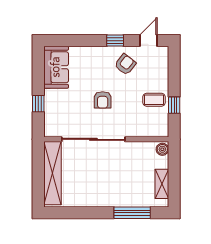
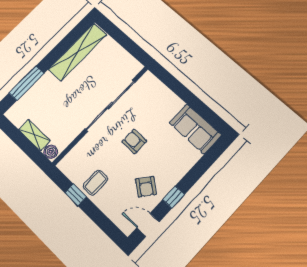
door: (148, 41) -> (148, 225), swing flipped
window: (38, 104) -> (179, 89), removed
shelving: (52, 173) -> (78, 52), moved, turned 90
shelving: (162, 184) -> (34, 135), moved

